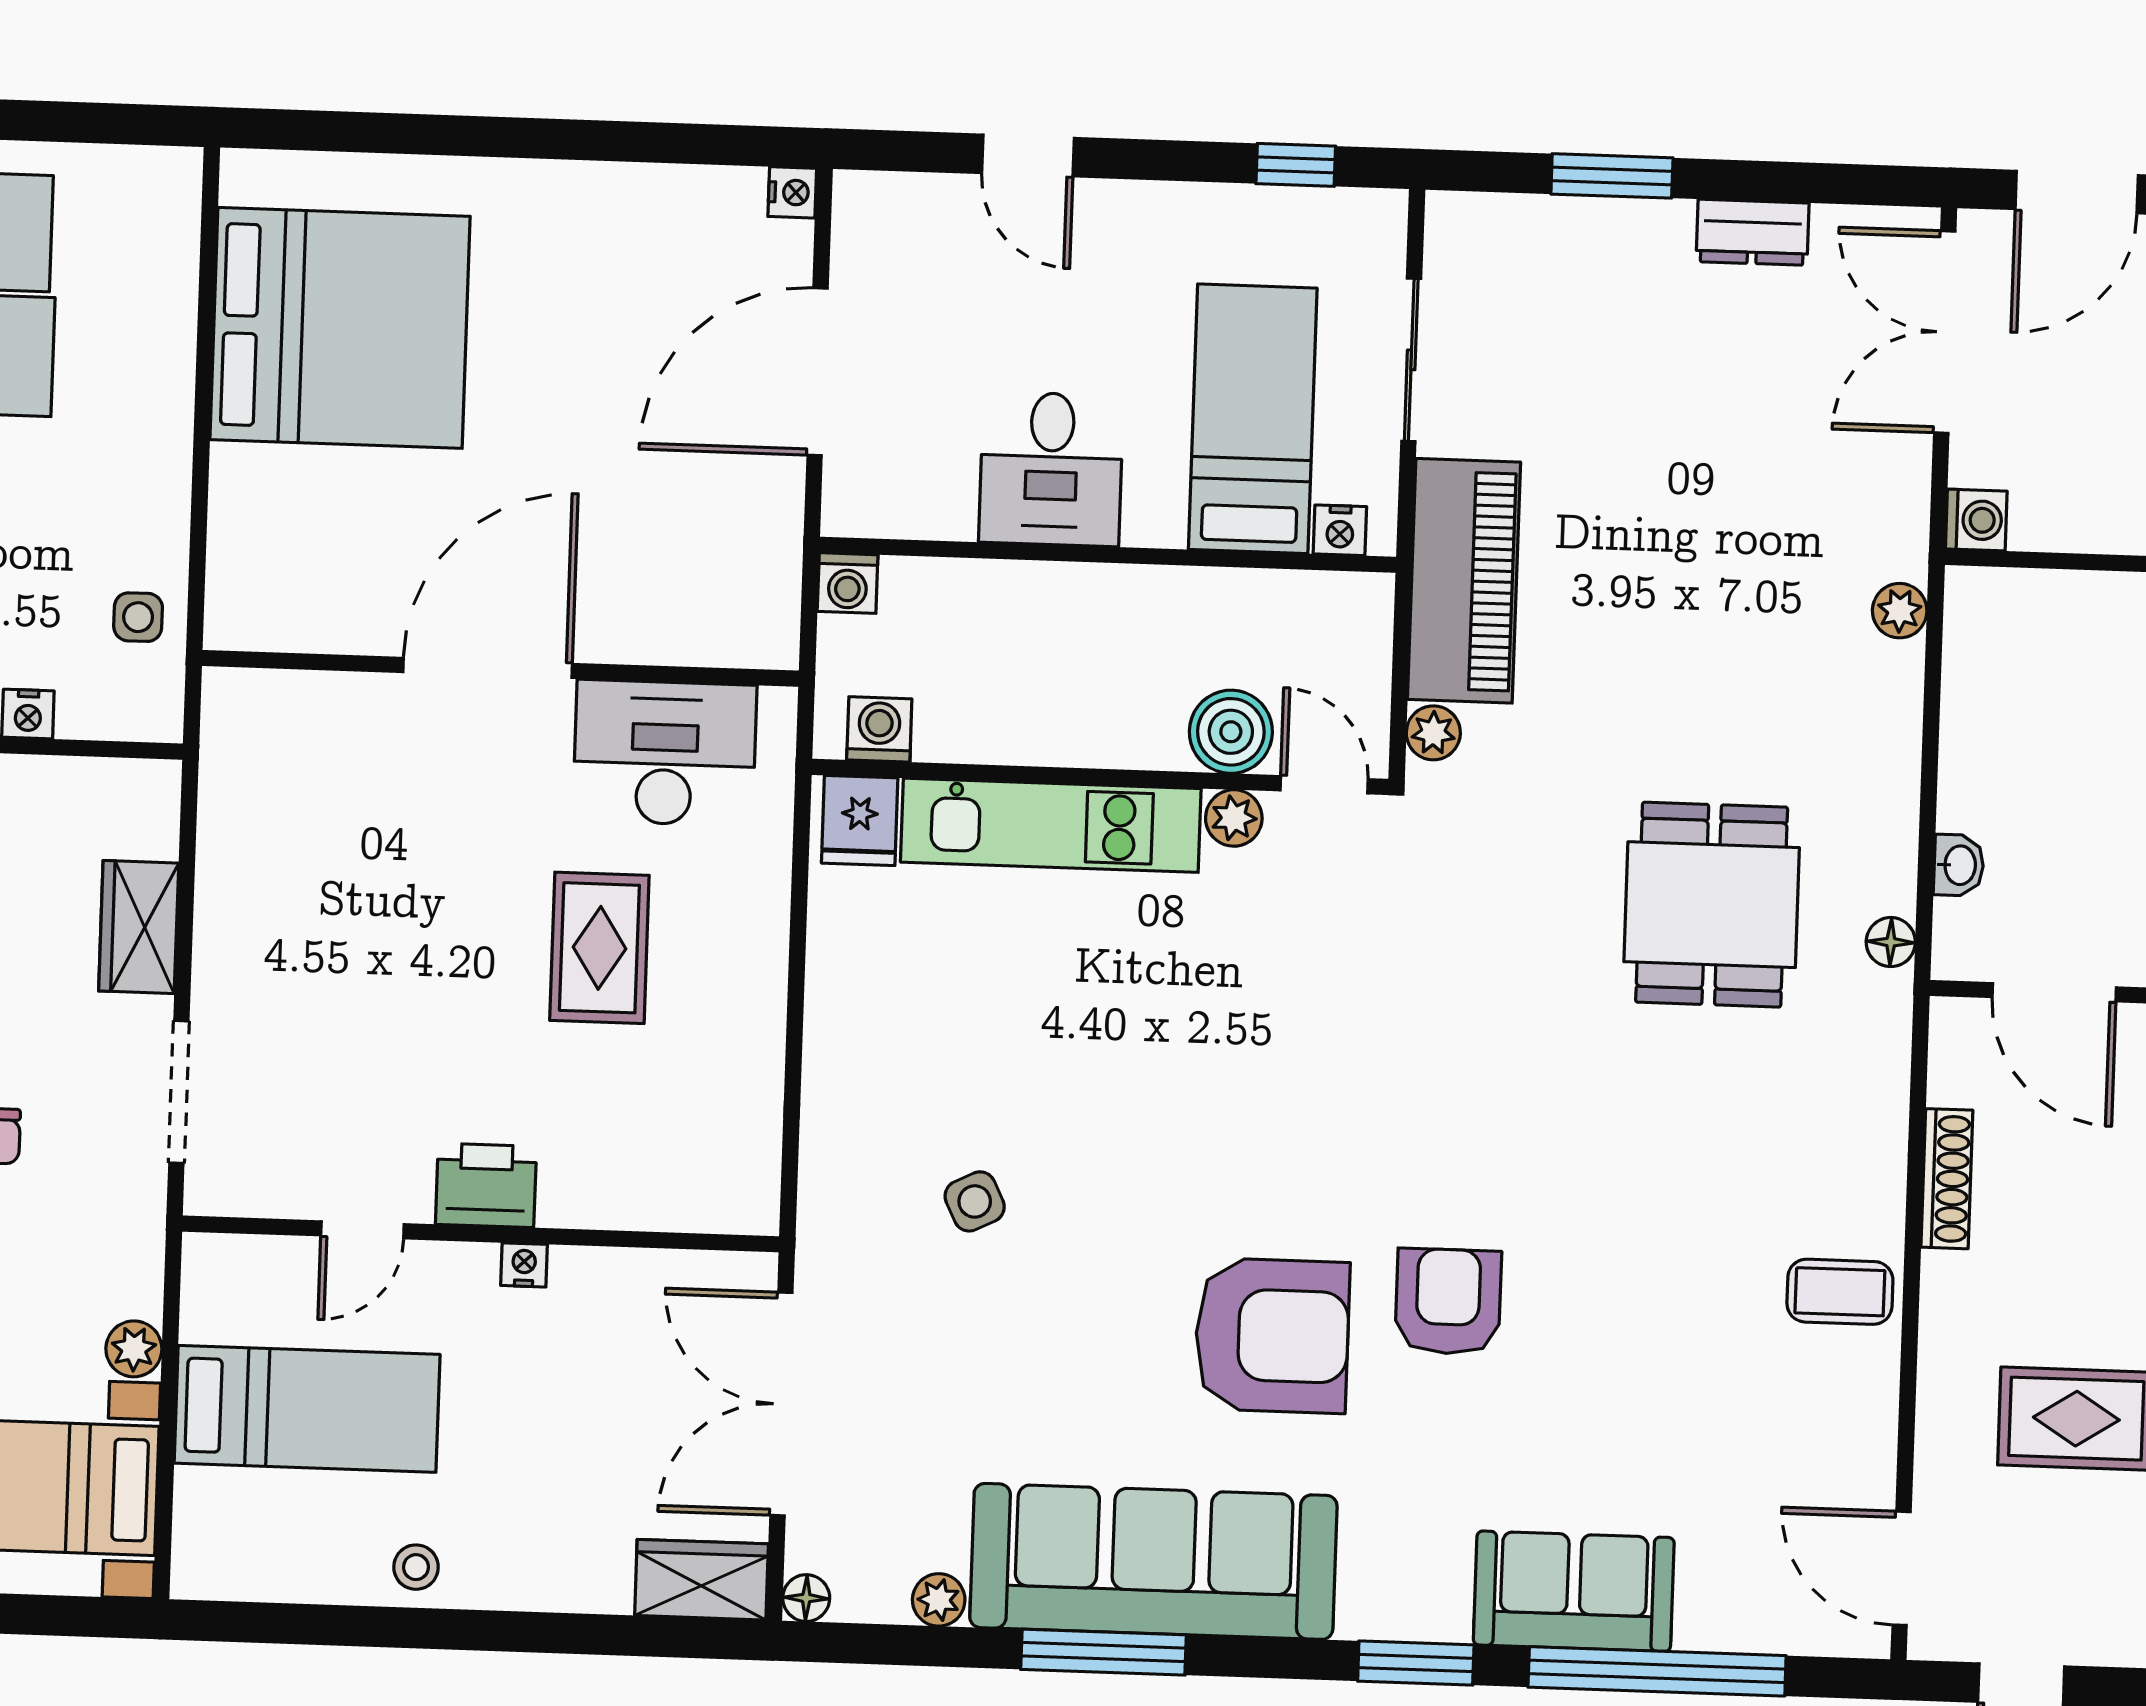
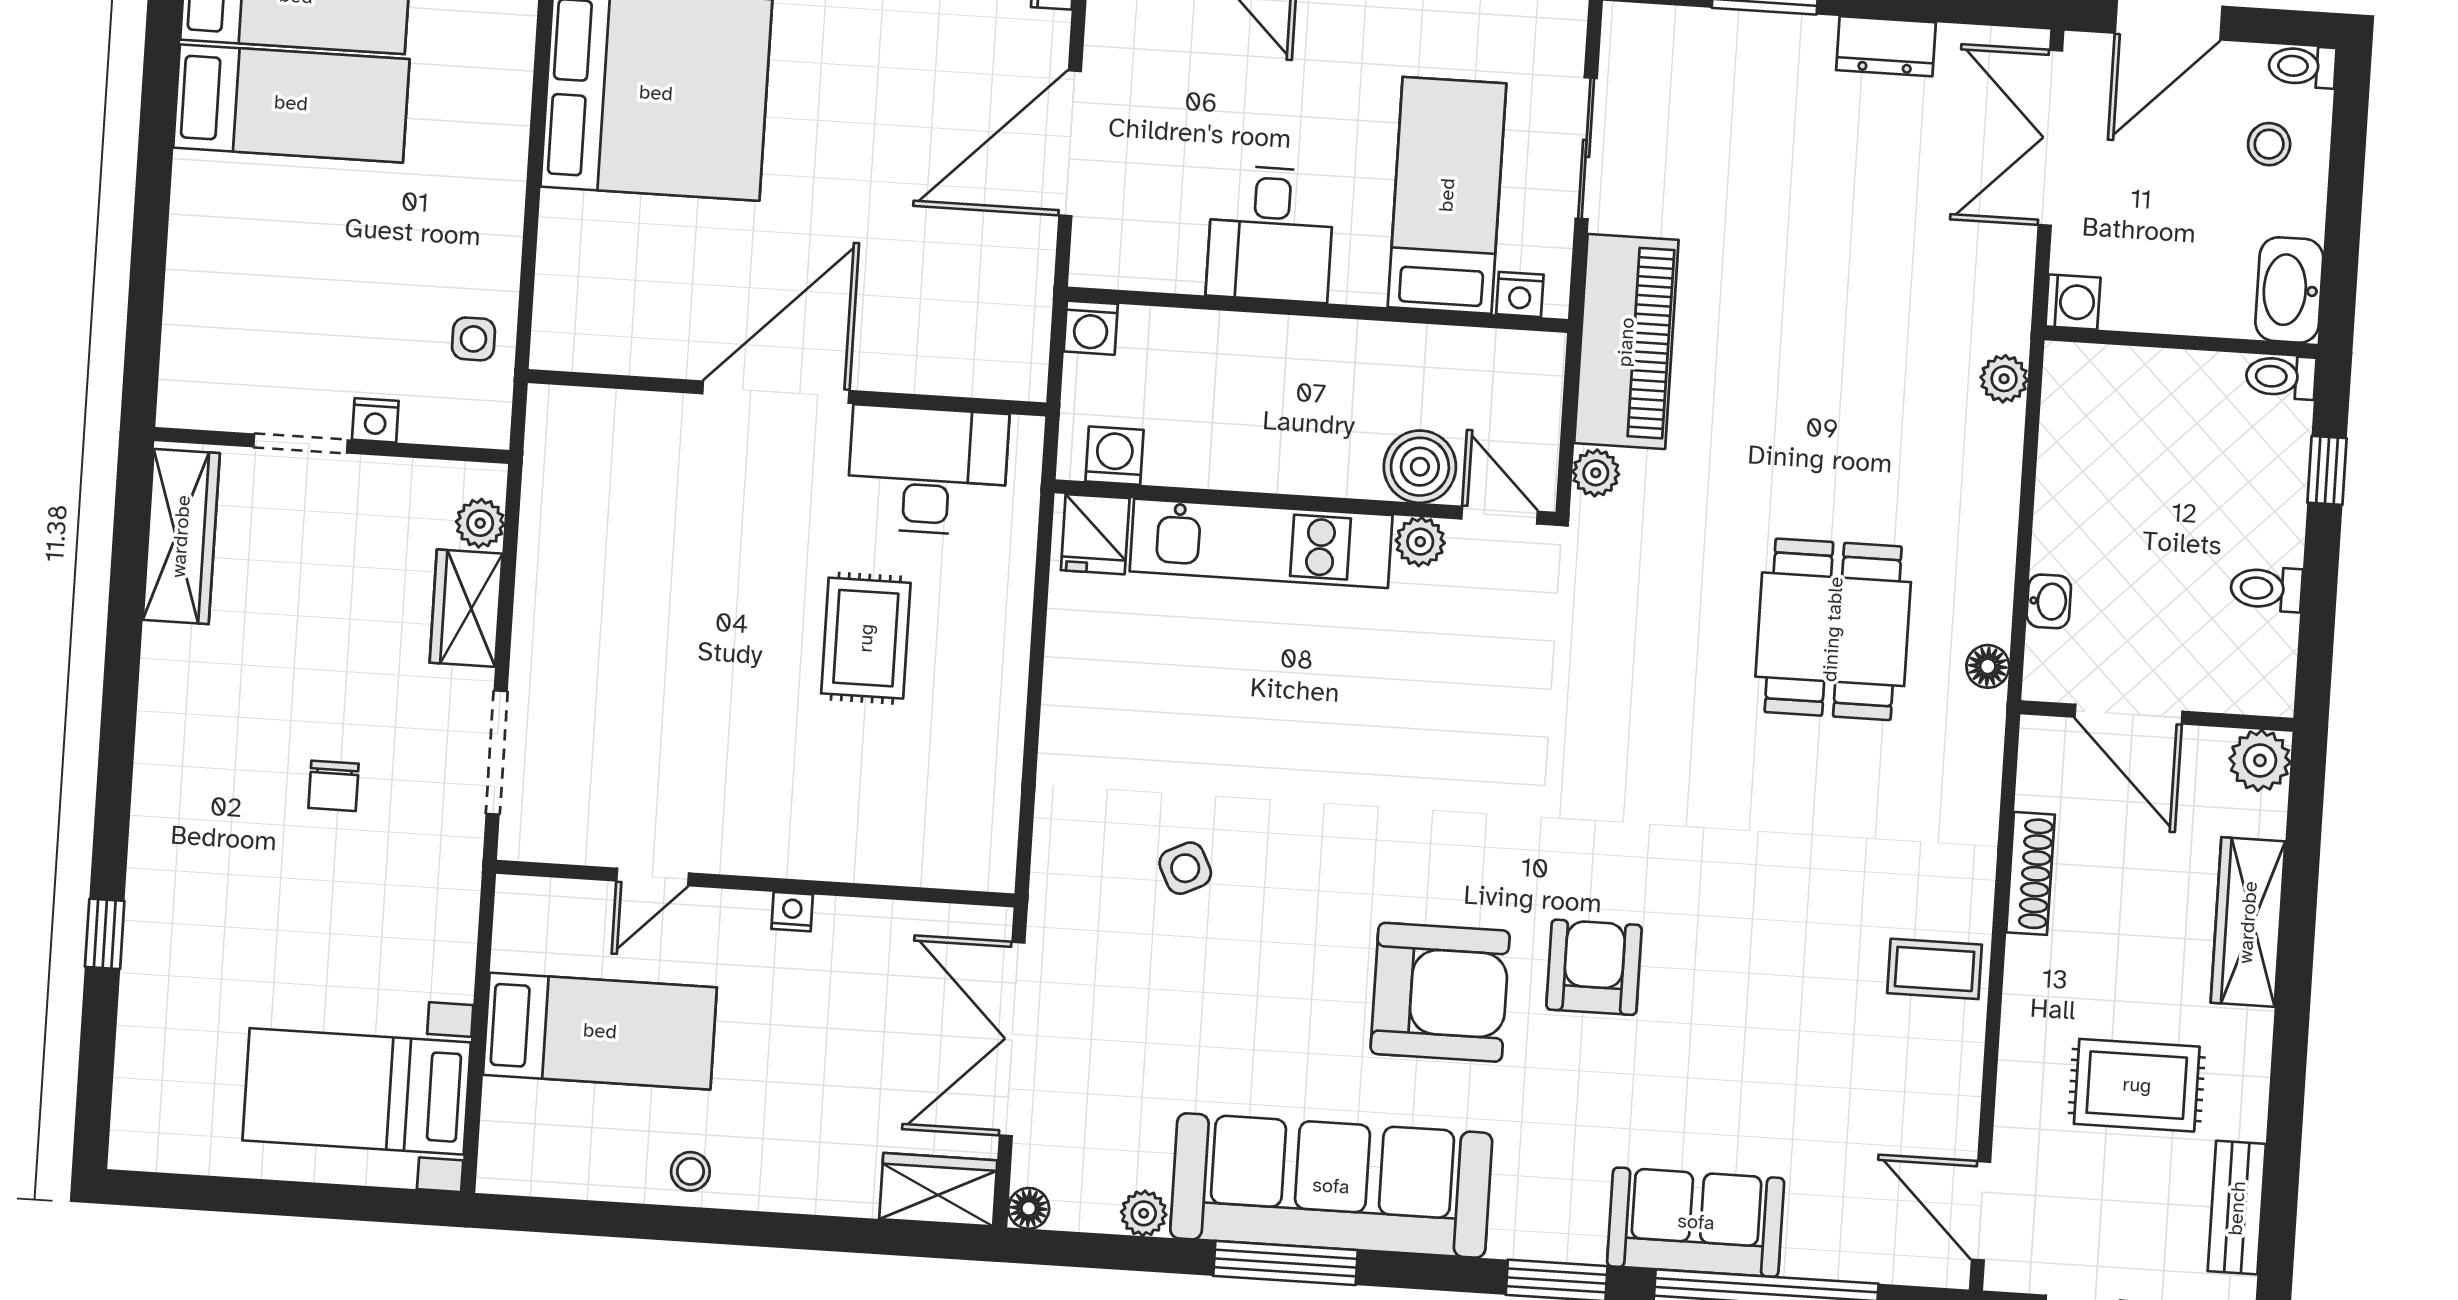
printer: (486, 1185) -> (761, 842), removed
plant: (134, 1349) -> (480, 523), moved

